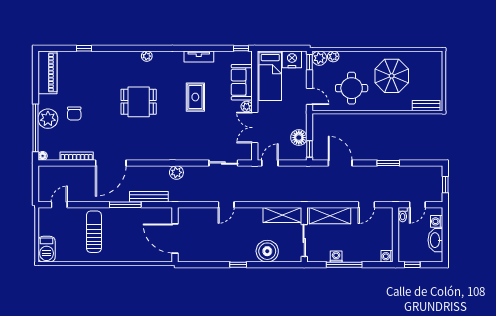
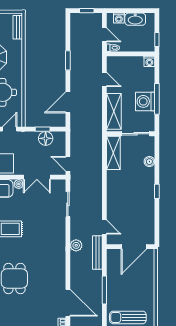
window: (309, 149) -> (43, 129), moved
bench: (149, 197) -> (97, 252), moved
door: (226, 205) -> (104, 227), moved
boiler: (267, 251) -> (149, 162), width x0.54, depth x0.54
washing machine: (336, 256) -> (145, 101), width x1.89, depth x1.89

